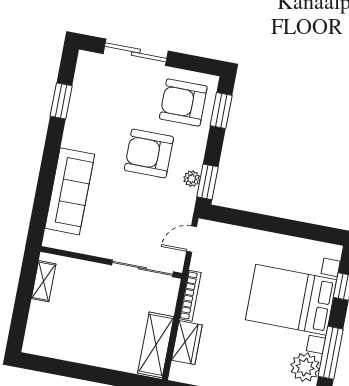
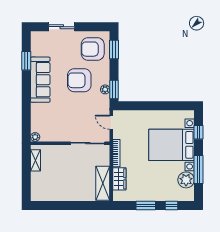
sliding door: (136, 52) -> (62, 27), width x0.73
sofa: (70, 191) -> (40, 80), moved
door: (192, 239) -> (111, 122), hinge flipped
plant: (51, 240) -> (35, 137), added

